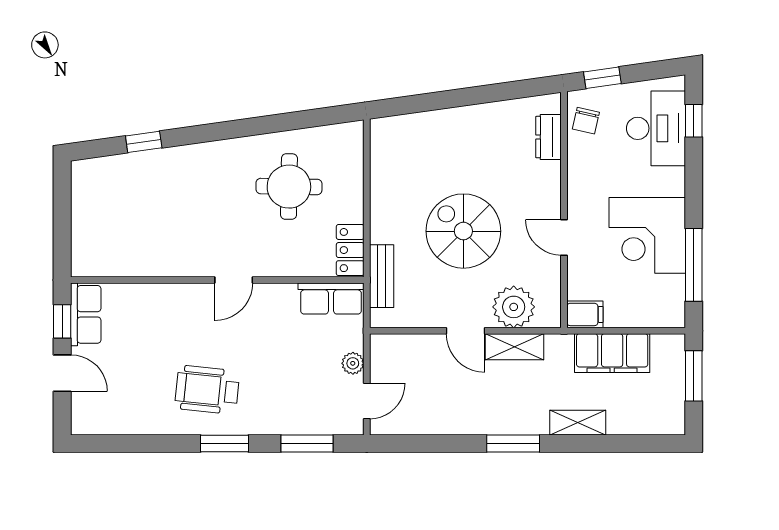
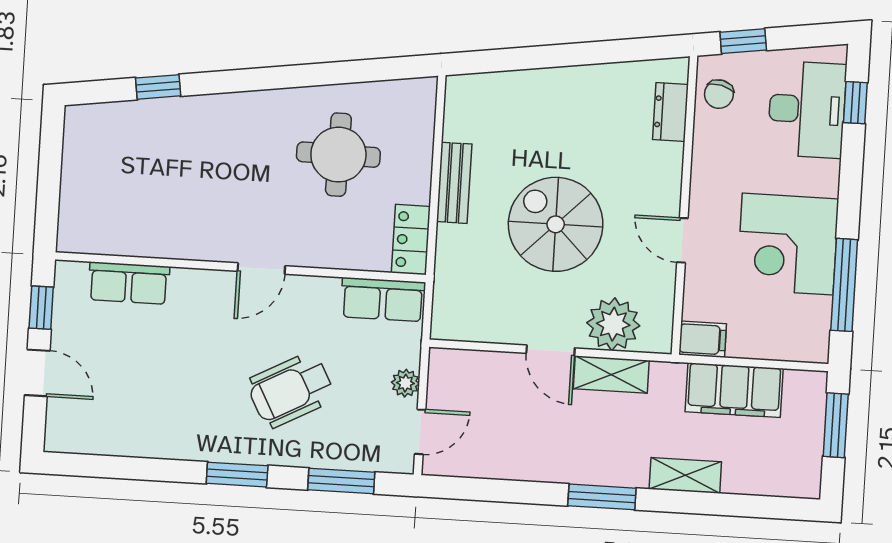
bench: (382, 276) -> (454, 183), moved
row of seats: (86, 314) -> (129, 283), moved, turned 90
wheelchair: (207, 390) -> (291, 390), moved, turned -34

